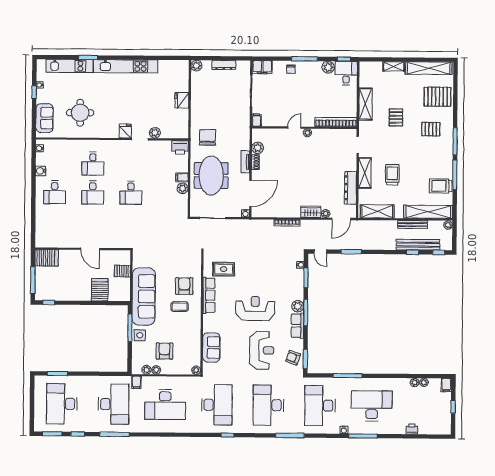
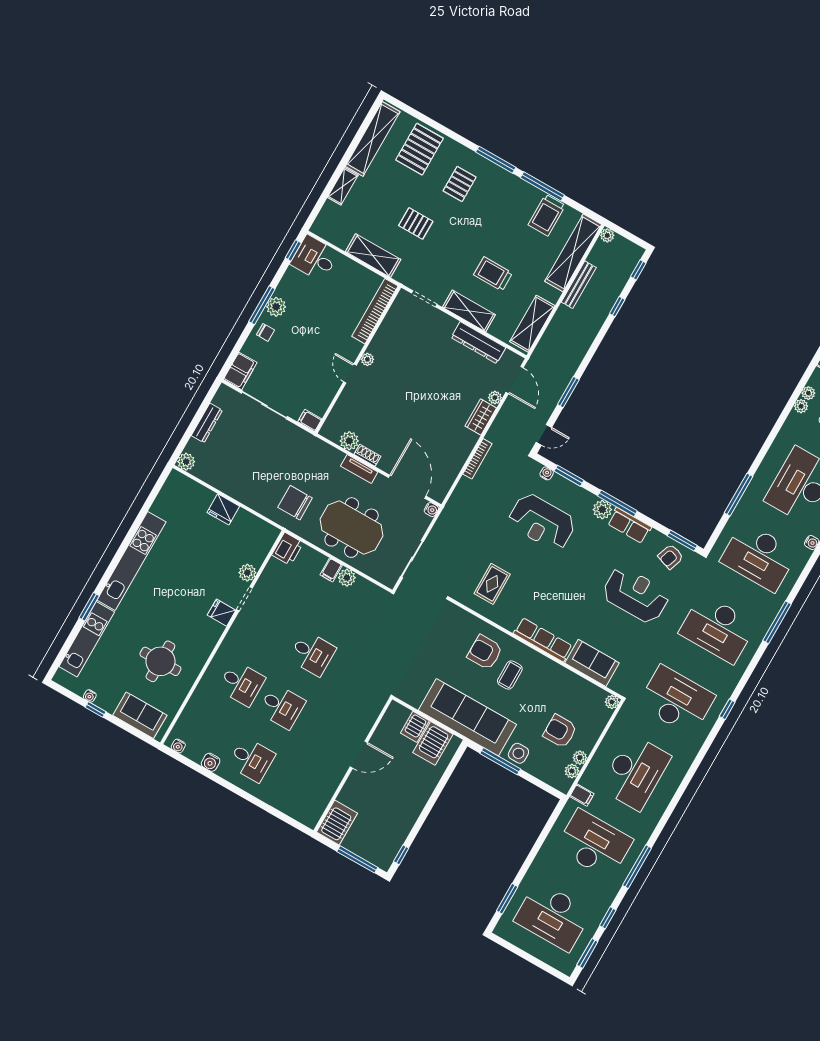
plant: (328, 67) -> (276, 307), moved
bench: (418, 245) -> (611, 293), removed
server rack: (100, 290) -> (433, 743), moved, turned -90
row of seats: (209, 295) -> (543, 640), moved
reception desk: (255, 308) -> (542, 522), moved, turned -90

